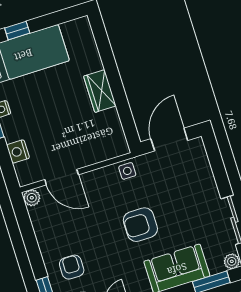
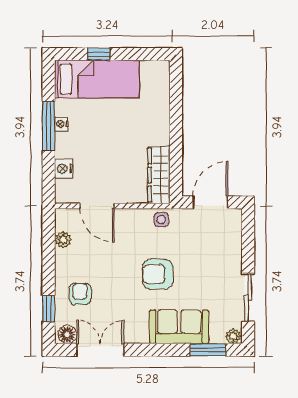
wardrobe: (100, 91) -> (159, 175), moved, width x1.50
plant: (32, 198) -> (63, 240), moved

